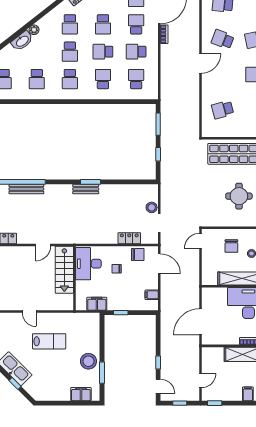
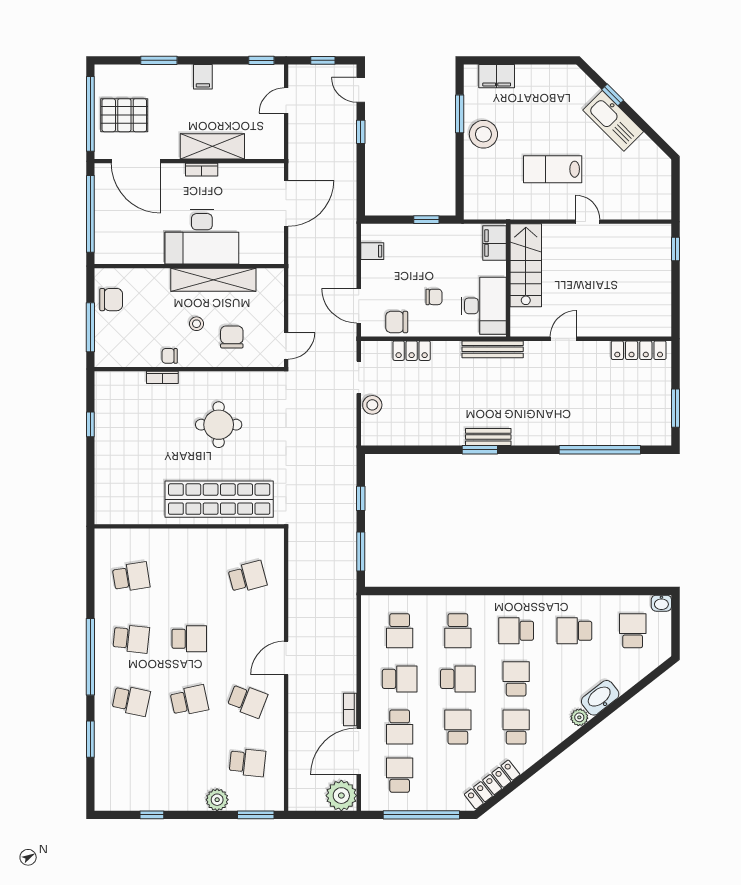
school desk: (37, 79) -> (574, 631), turned -90
school desk: (70, 79) -> (516, 631), turned -90
bench: (26, 189) -> (493, 349), moved
stairs: (64, 270) -> (526, 265), moved
filing cabinet: (97, 304) -> (495, 243), moved, turned 90

